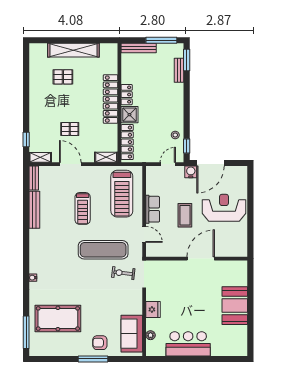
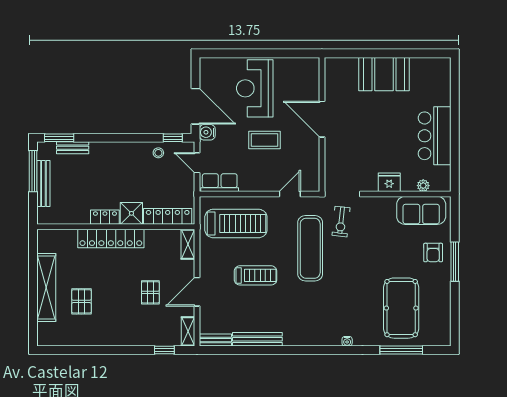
bench: (139, 48) -> (43, 183), moved
row of seats: (153, 209) -> (220, 183), moved
window: (26, 332) -> (401, 350), moved

